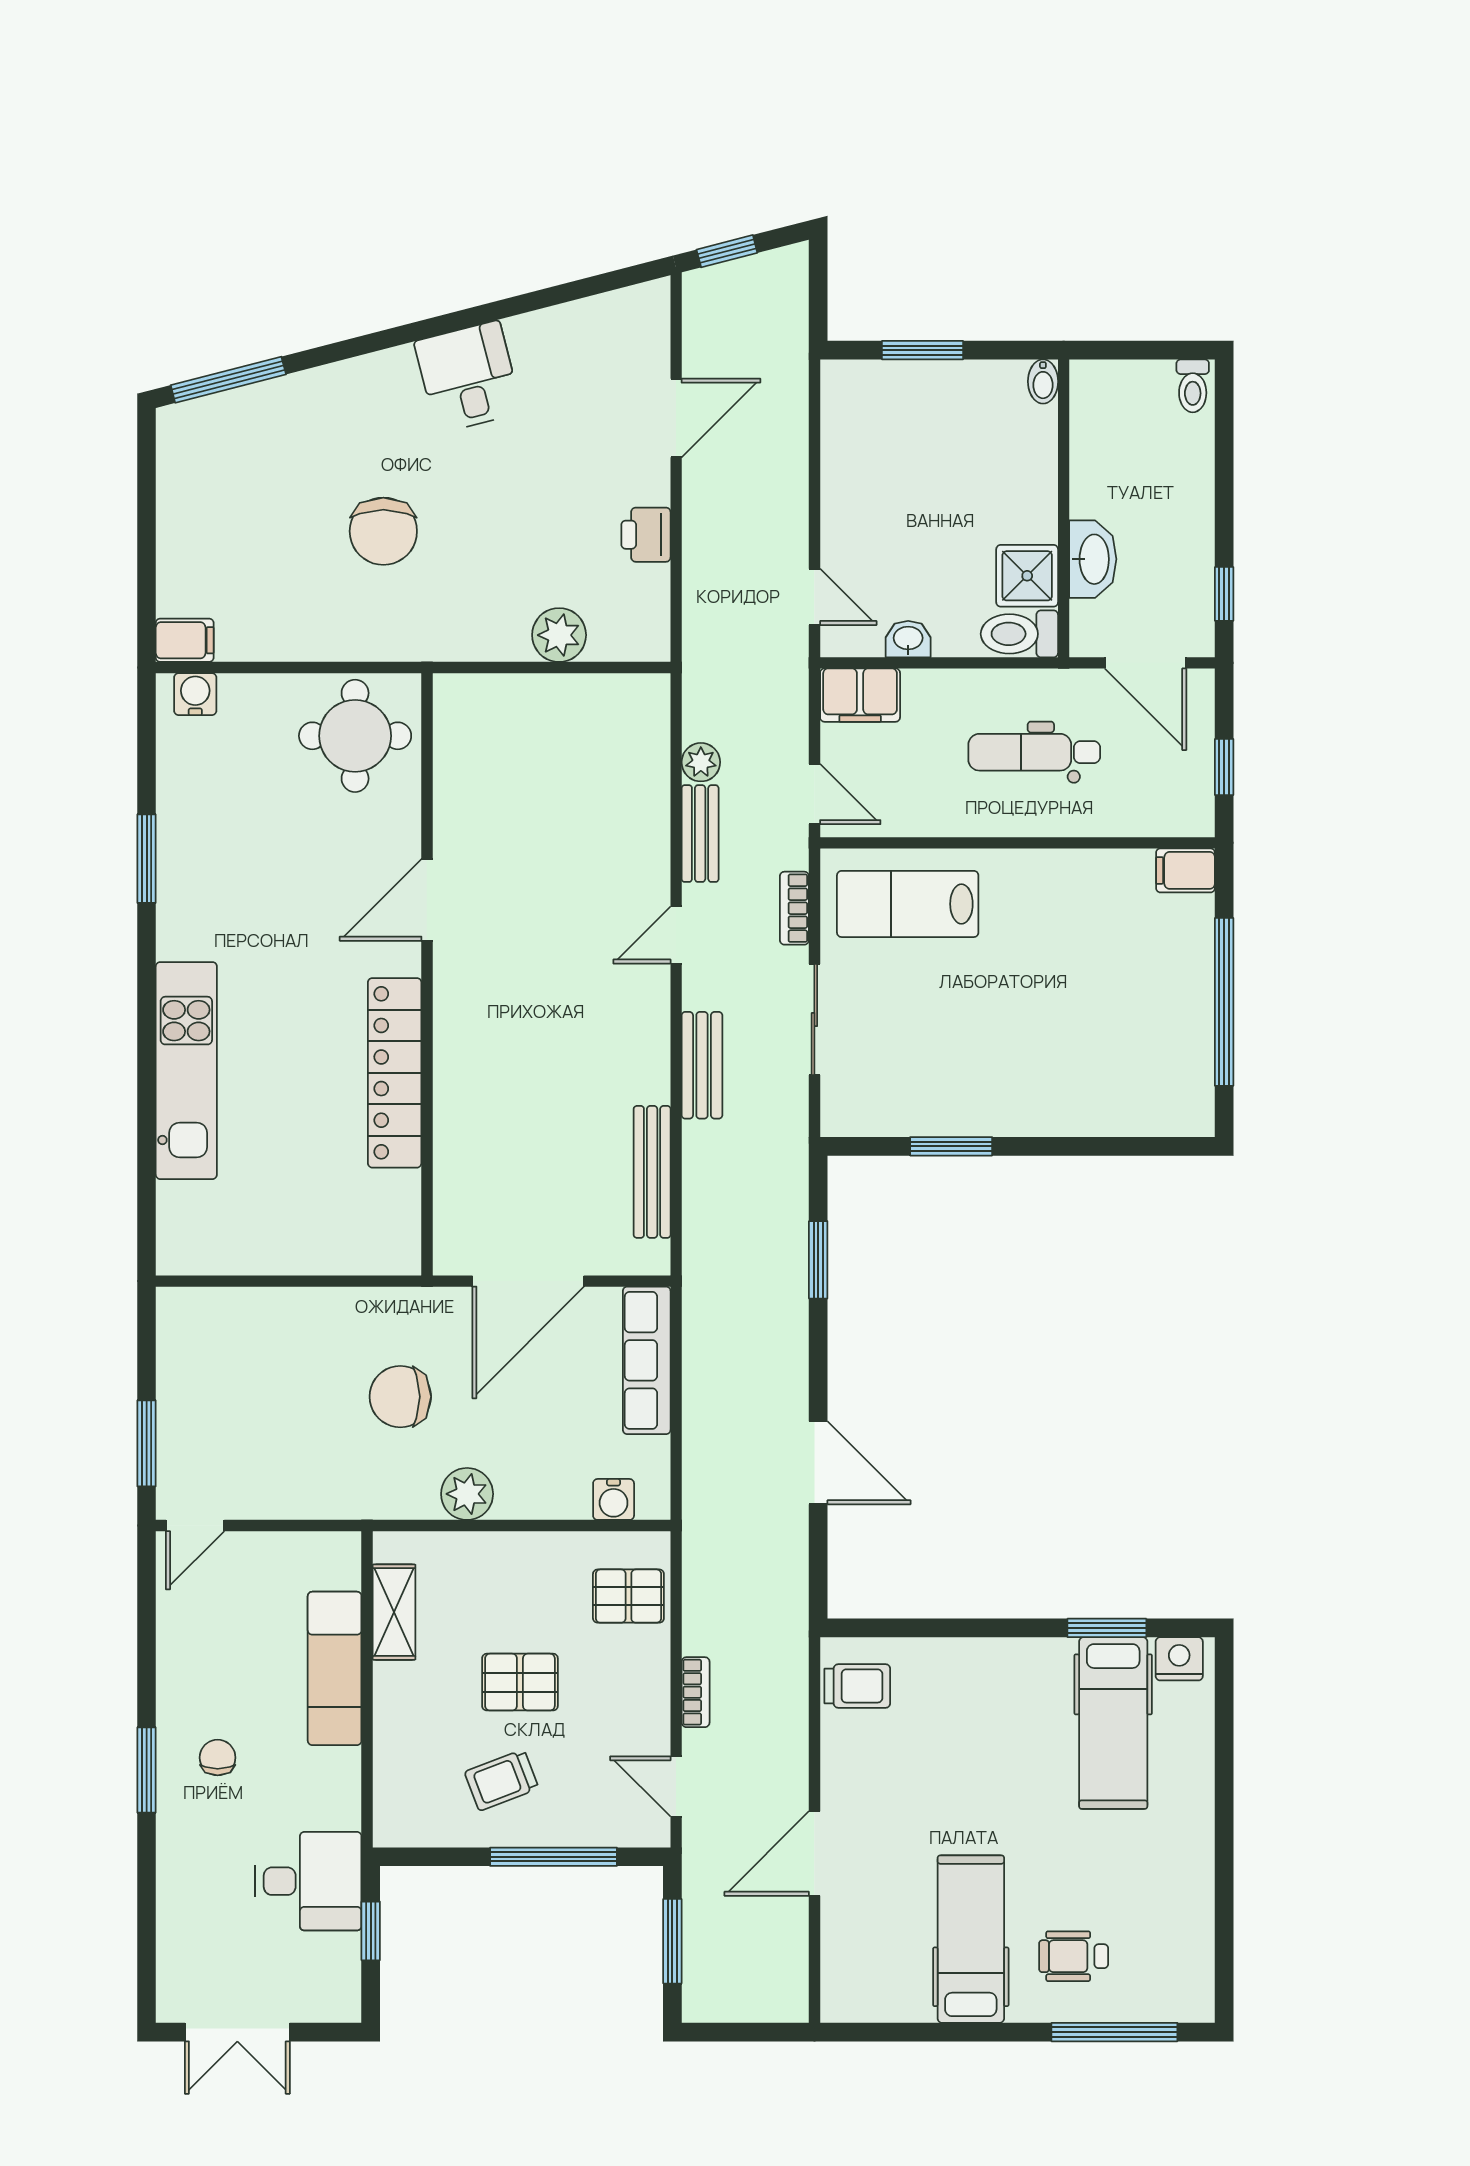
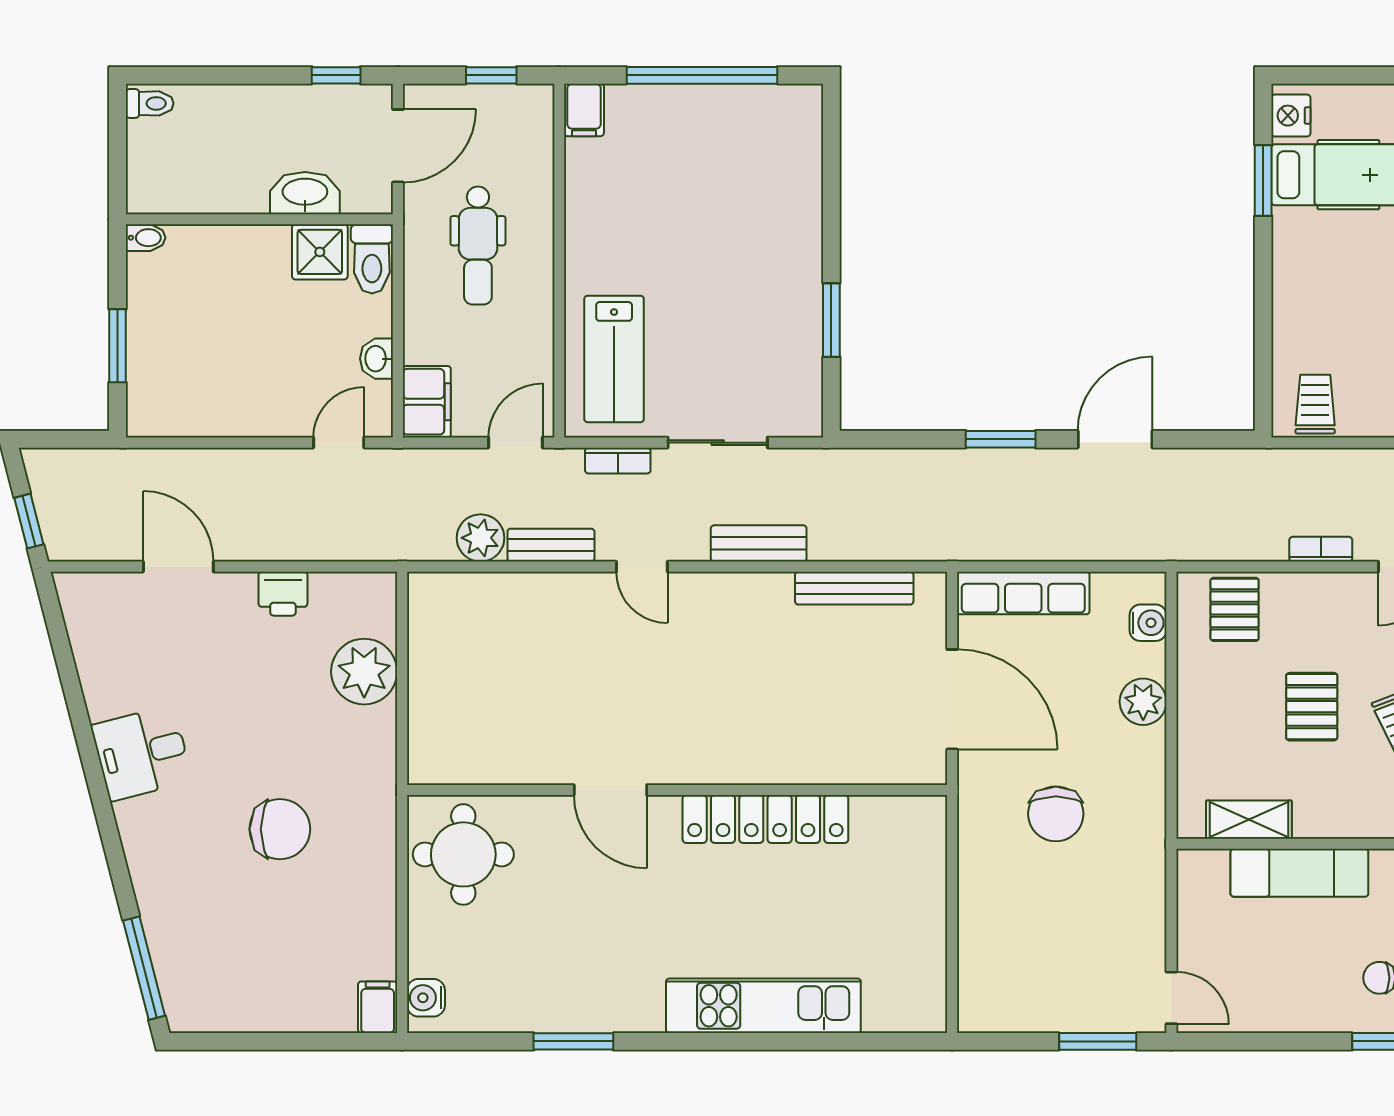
plant: (559, 635) -> (364, 672), width x1.36, depth x1.36
plant: (701, 762) -> (480, 538), width x1.38, depth x1.38
window: (818, 1260) -> (1001, 439), moved
plant: (467, 1494) -> (1143, 702), moved

